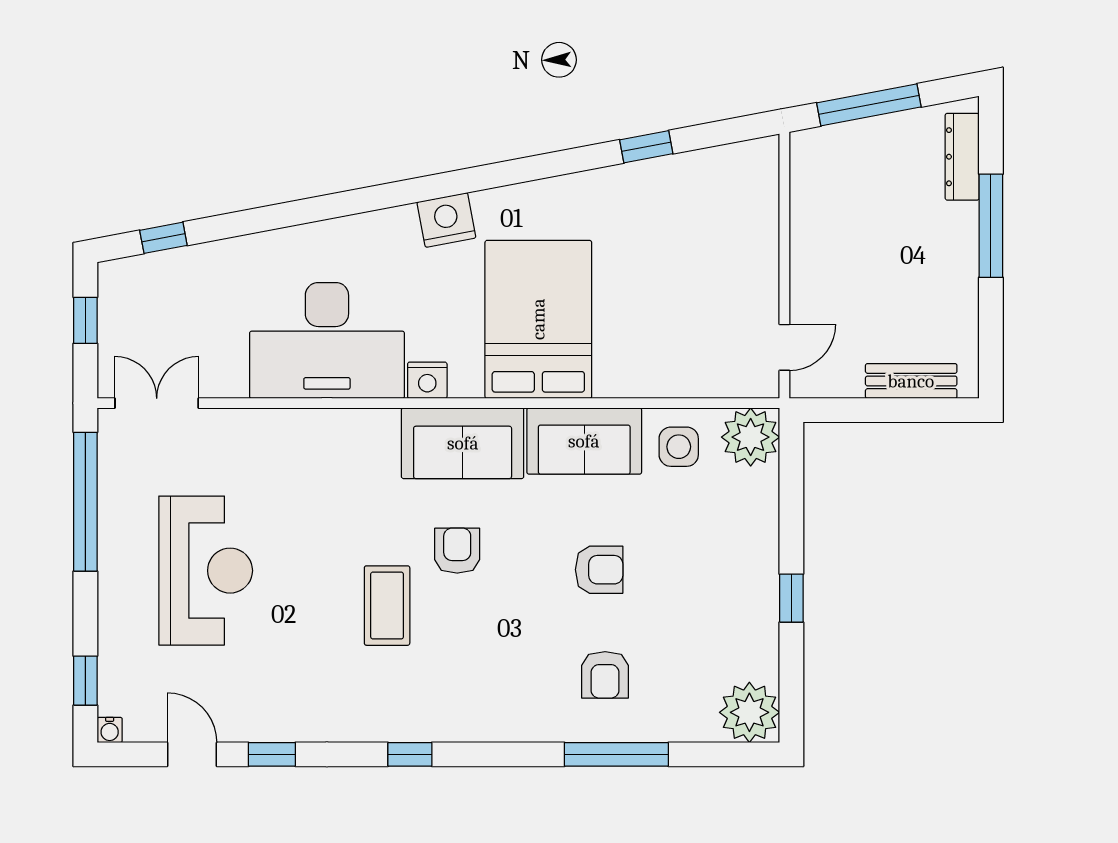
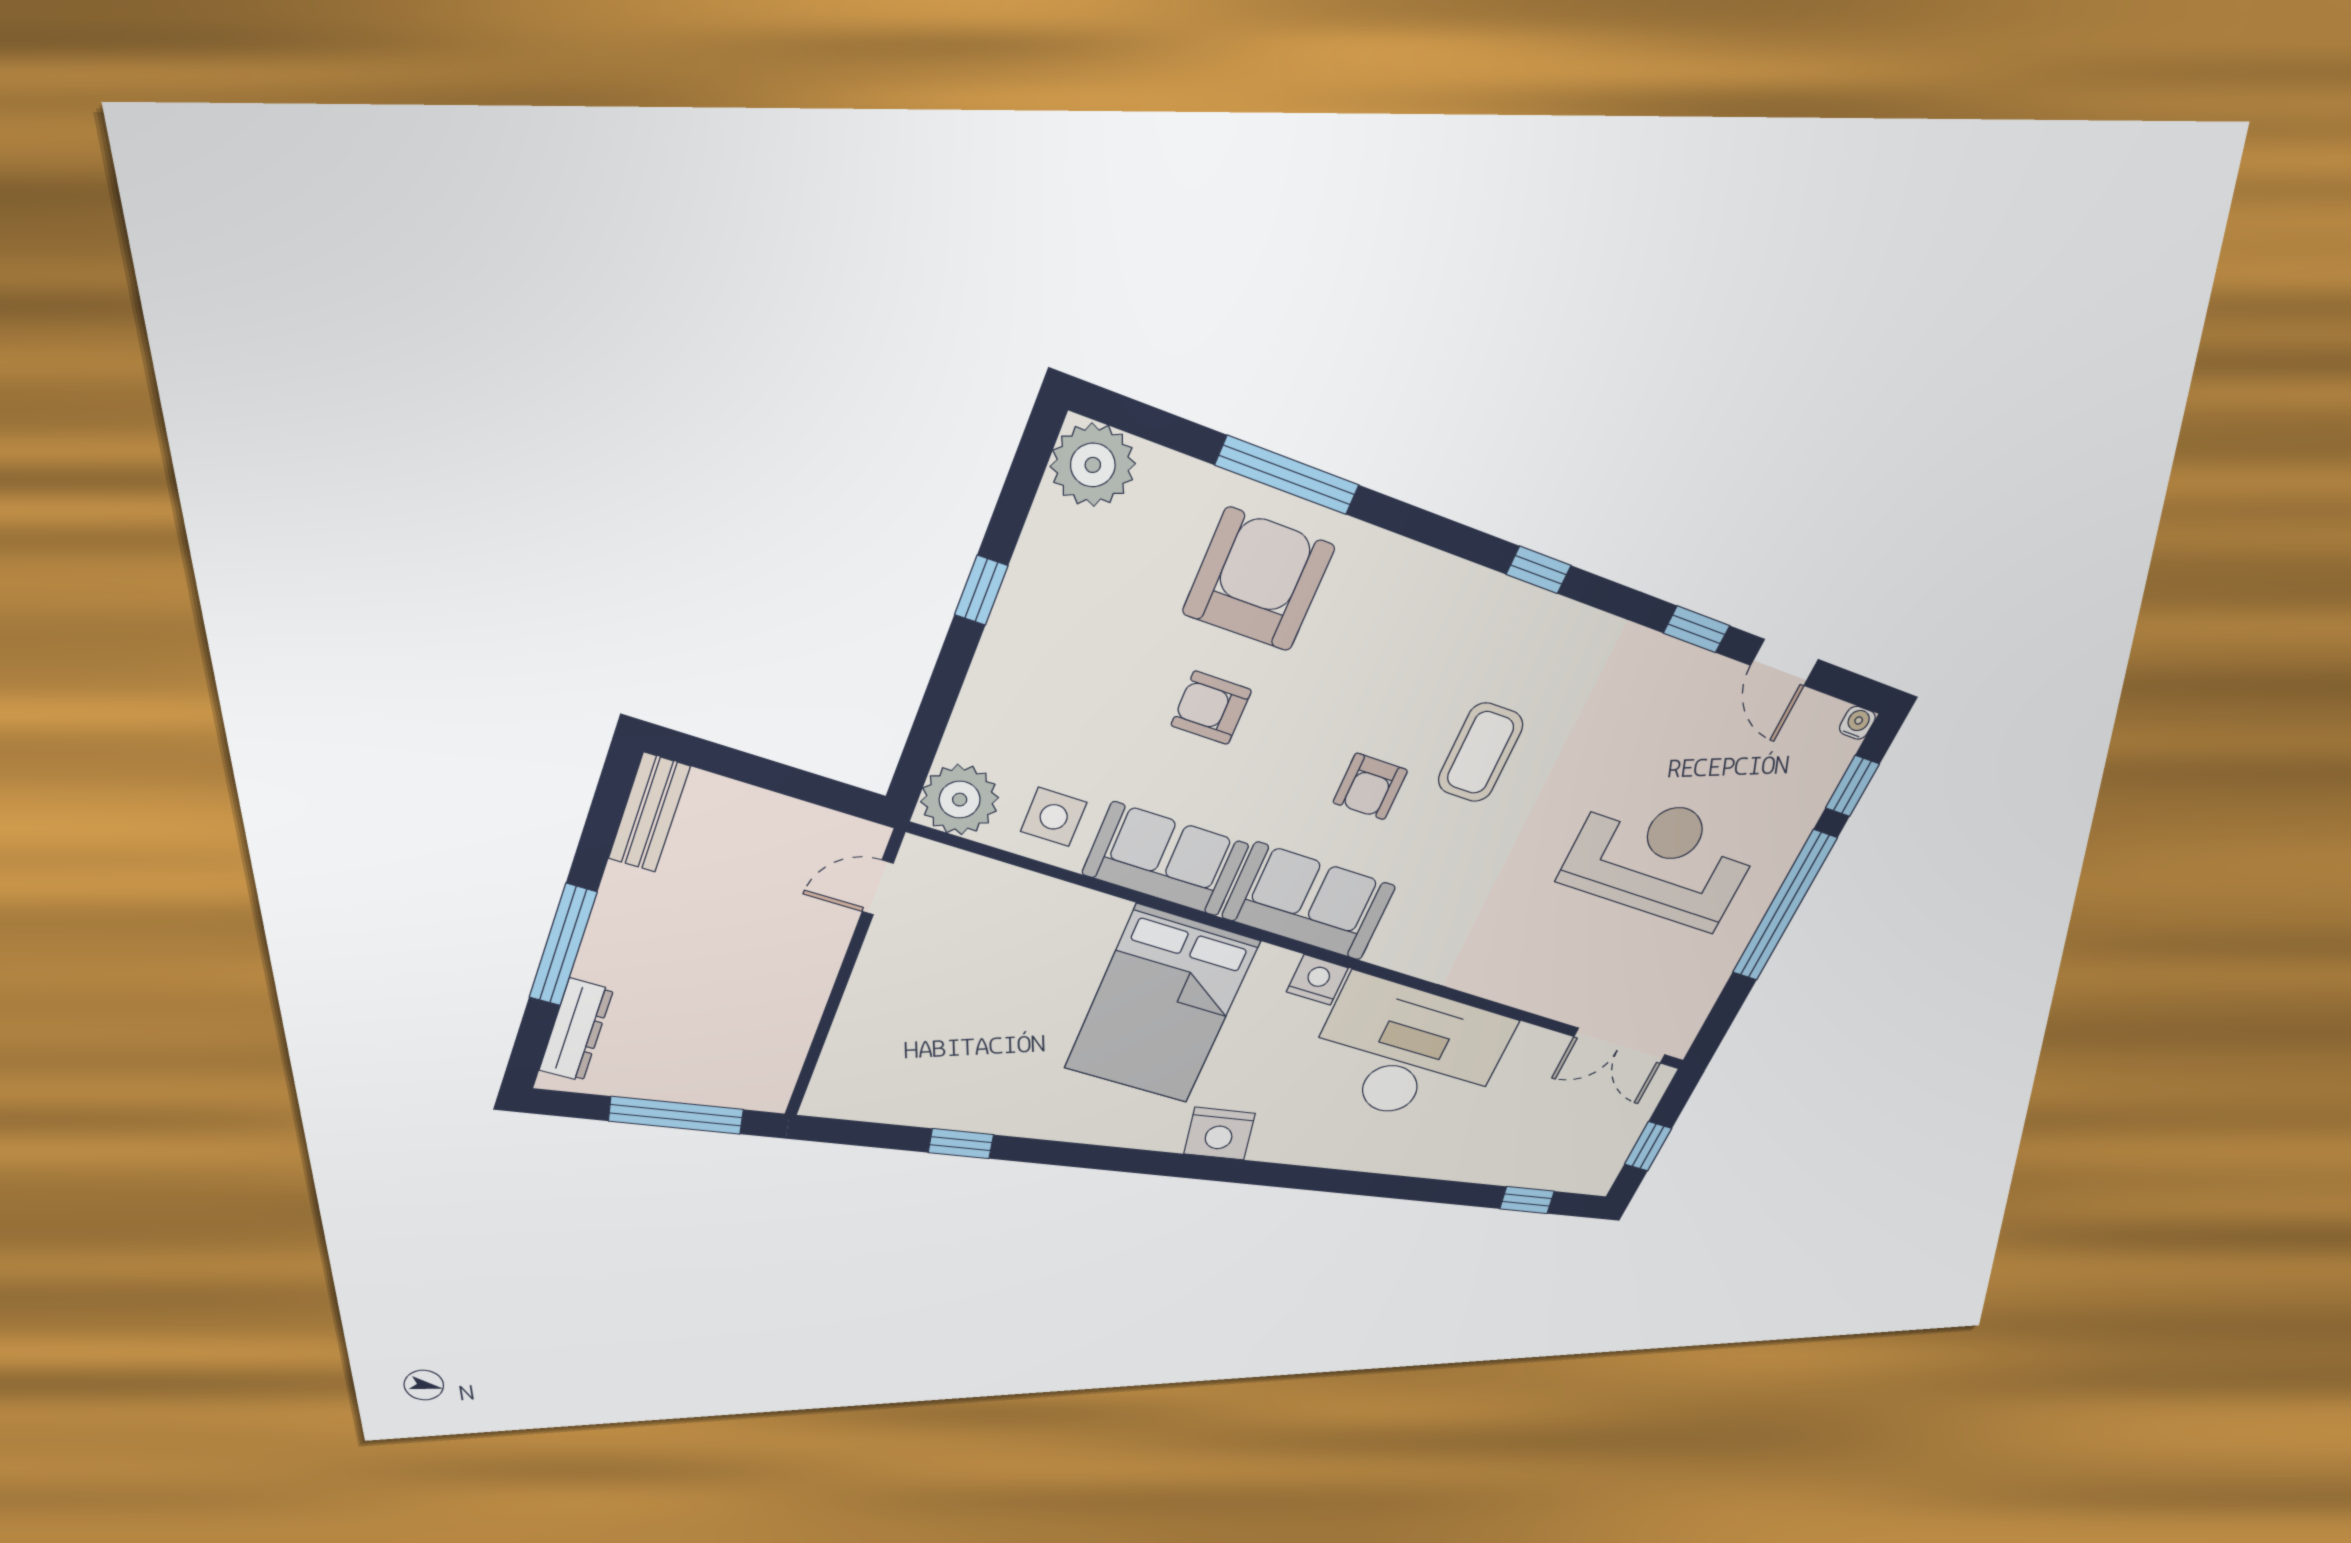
bench: (911, 381) -> (649, 812), moved, turned 90
window: (85, 502) -> (1784, 906), moved
reception desk: (206, 571) -> (1661, 859), turned 90
armchair: (605, 675) -> (1258, 580), width x1.88, depth x1.88

